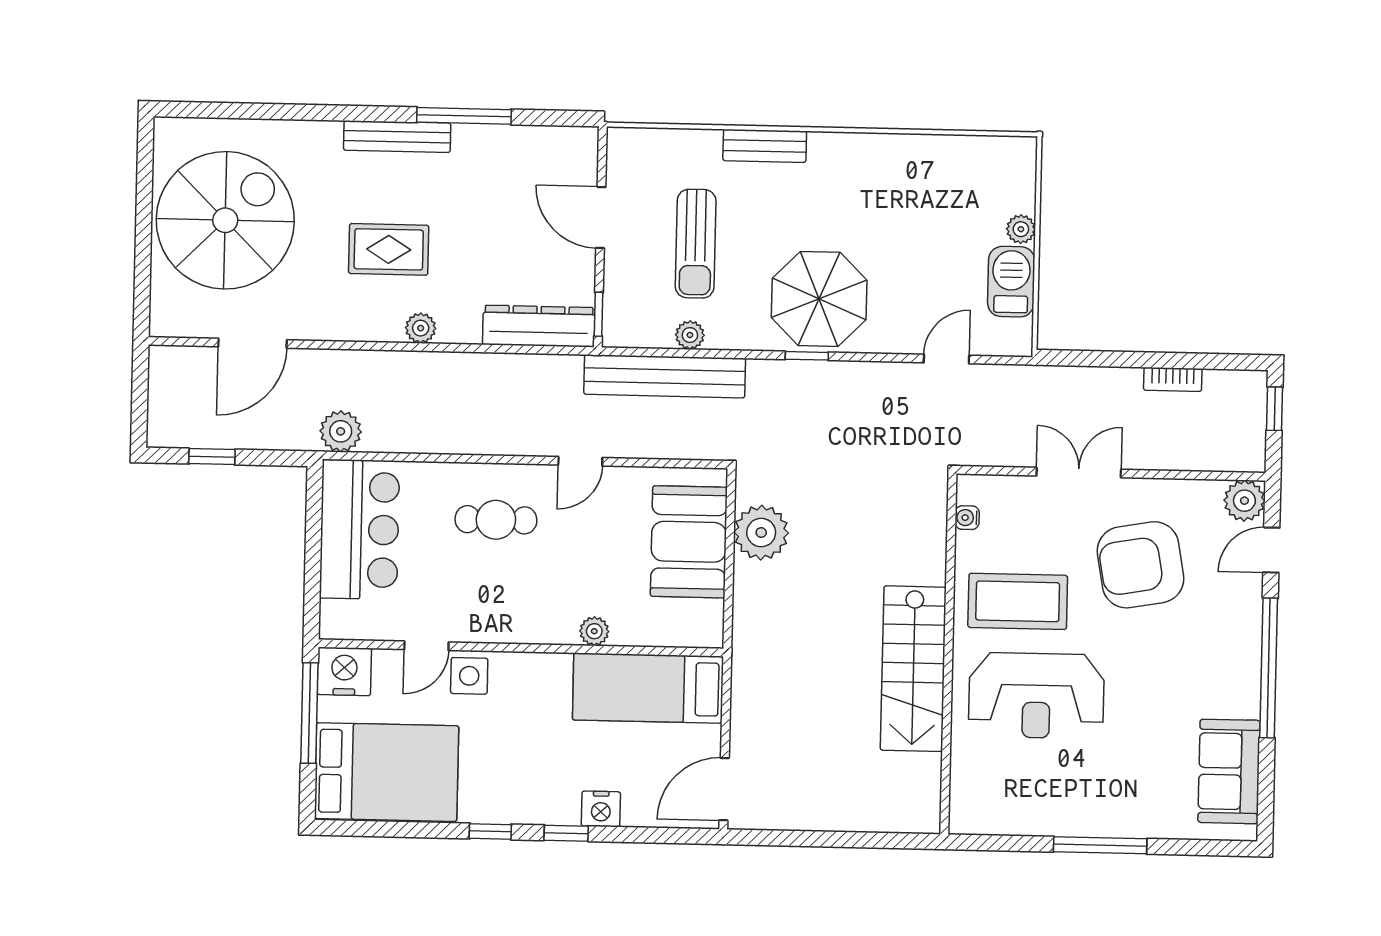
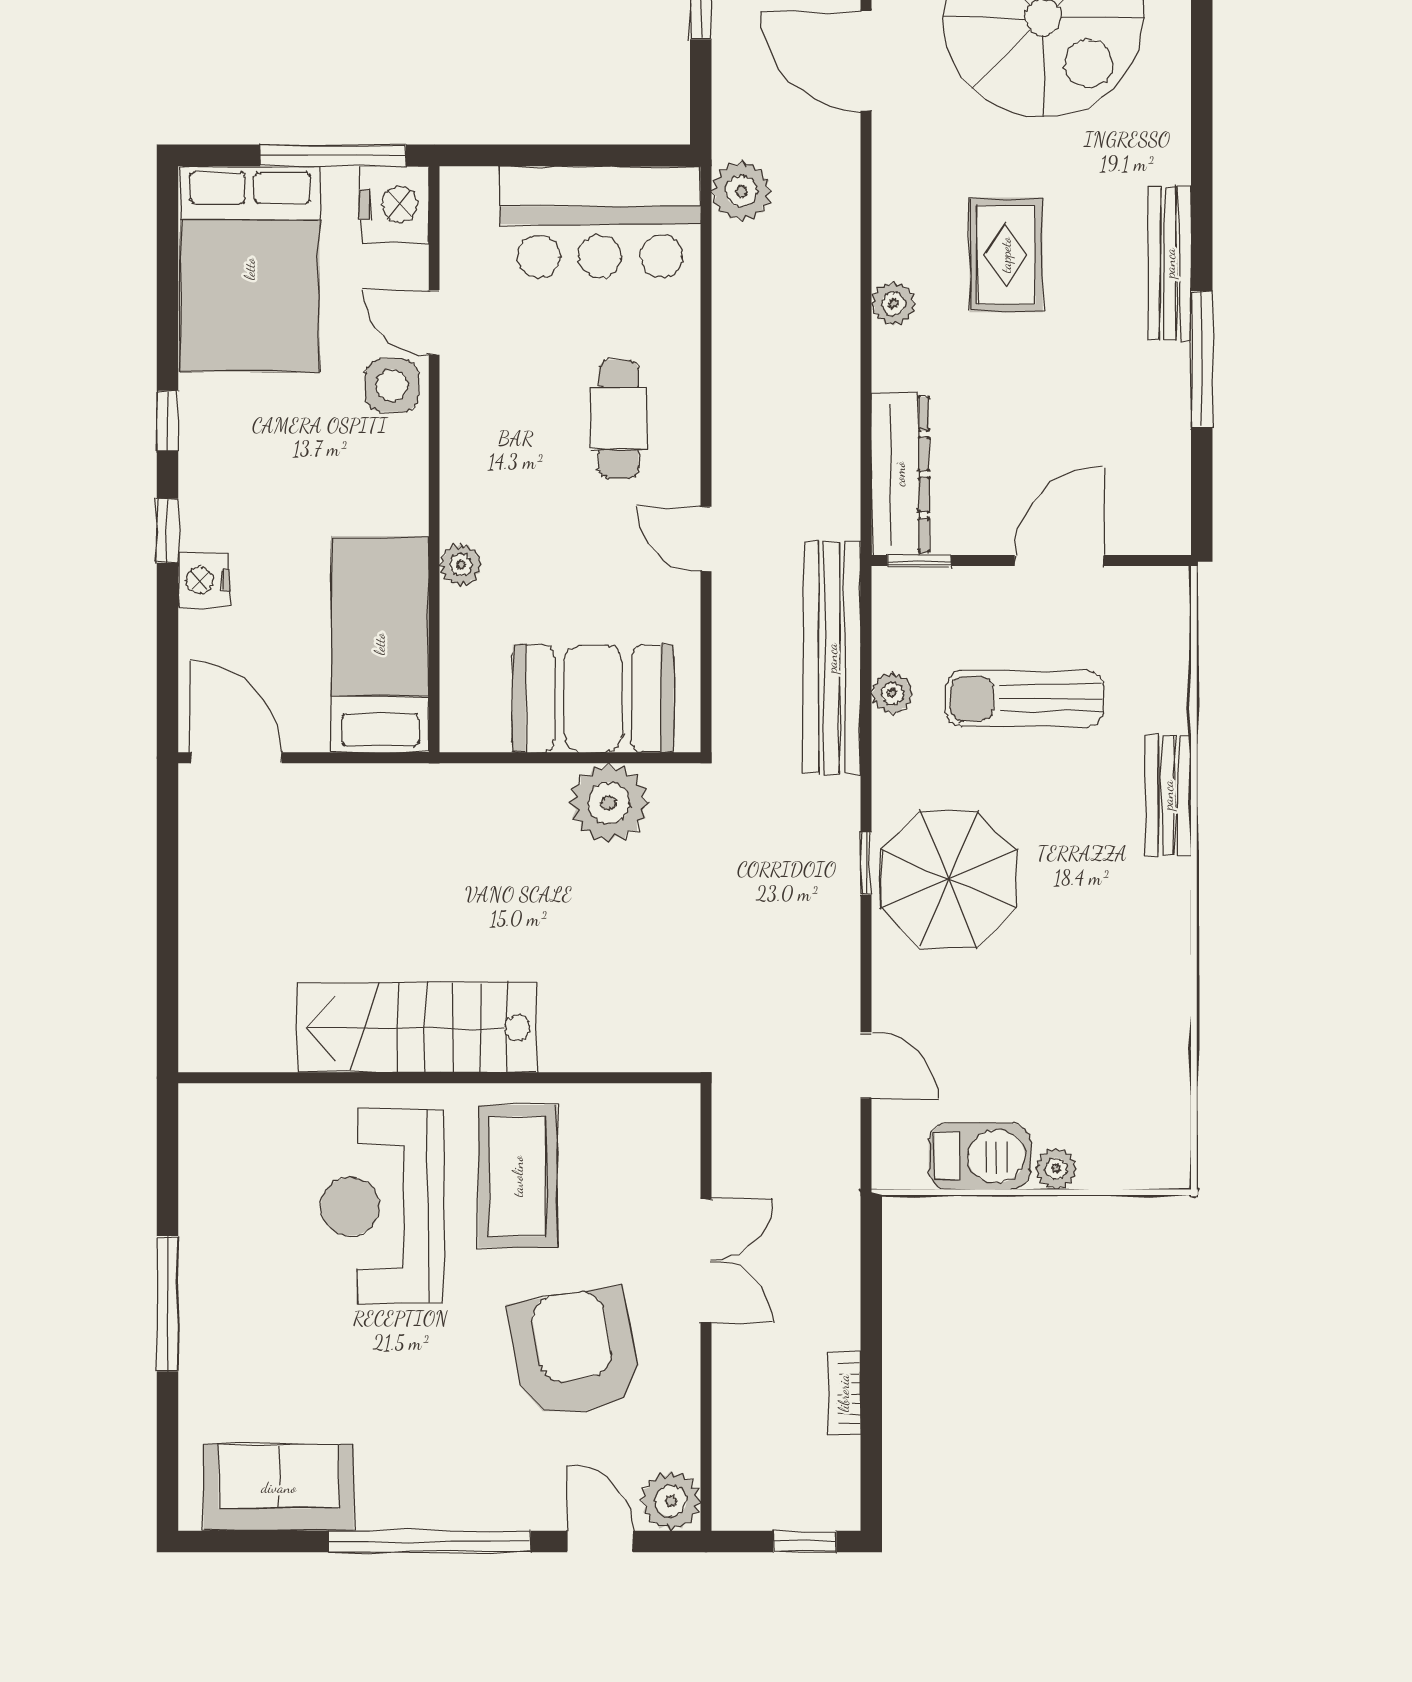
water cooler: (967, 518) -> (637, 1100), removed

